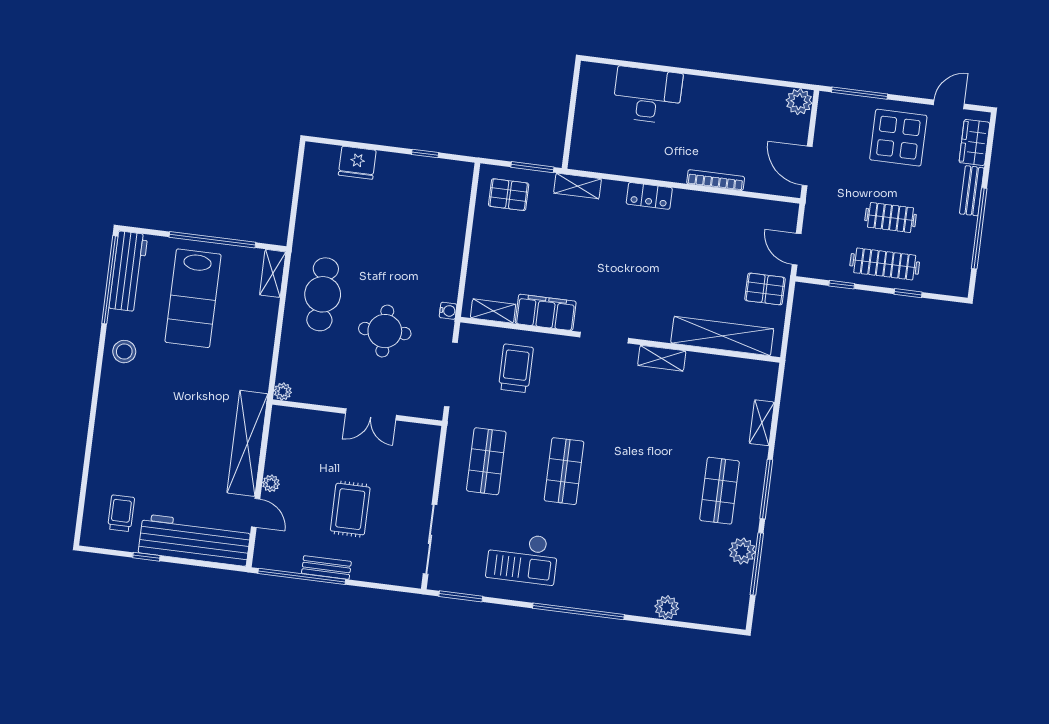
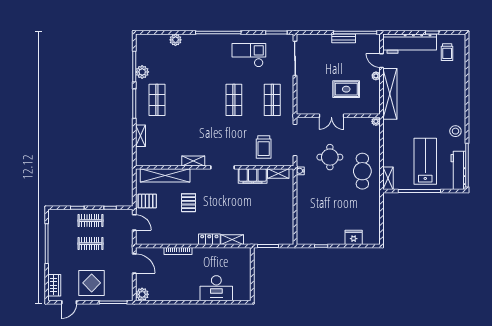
shelving: (578, 186) -> (232, 240), moved
bench: (972, 191) -> (53, 262), removed
pallet: (509, 195) -> (188, 203), moved, turned 90
clothes rail: (885, 264) -> (90, 221), width x0.73
double door: (371, 414) -> (331, 116), swing flipped
rug: (350, 509) -> (346, 89), moved, turned 90

